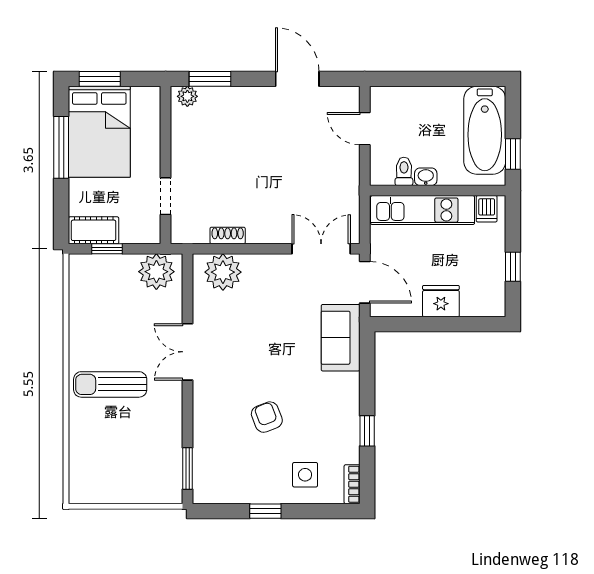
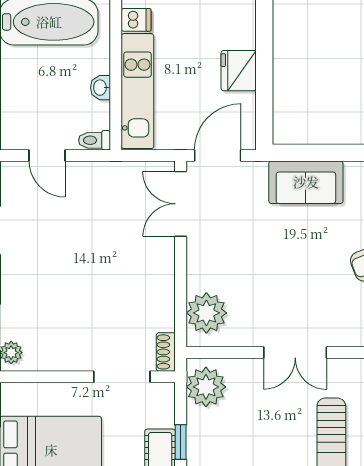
door: (365, 129) -> (47, 155), hinge flipped
toilet: (404, 171) -> (95, 140), moved
doorway: (166, 196) -> (122, 377), width x1.38
shoe rack: (228, 236) -> (166, 352), moved
sofa: (341, 338) -> (306, 182), moved

